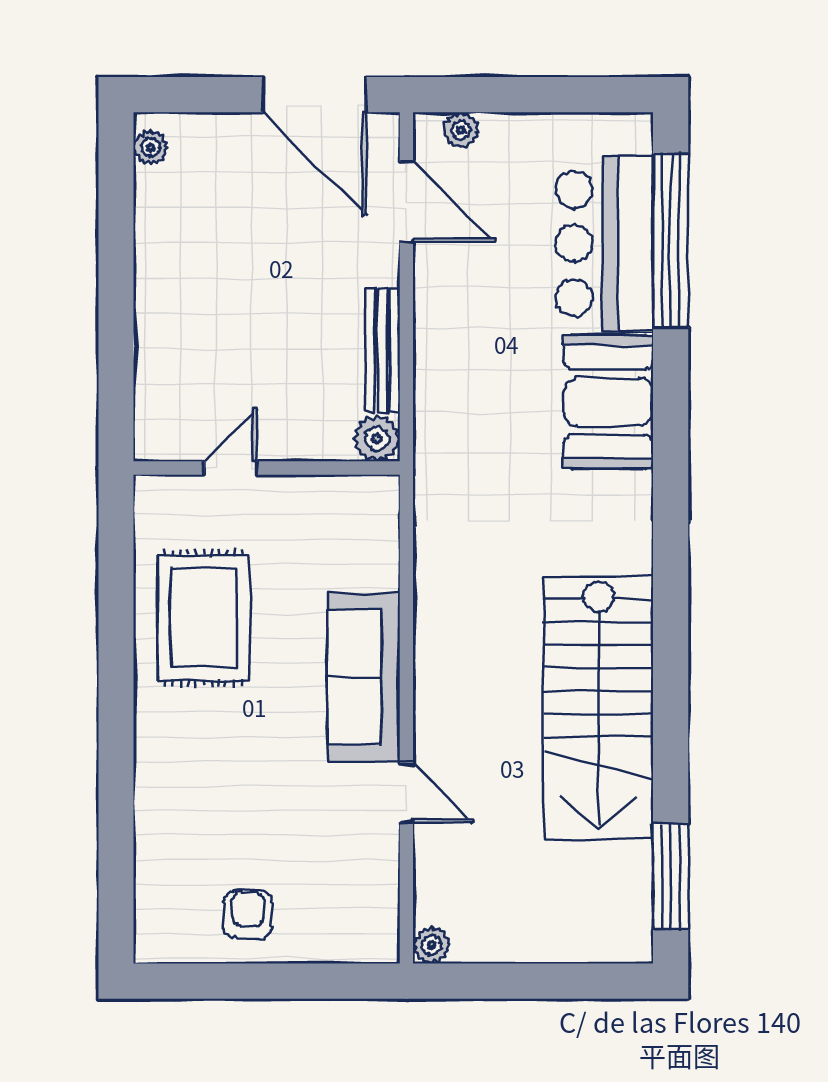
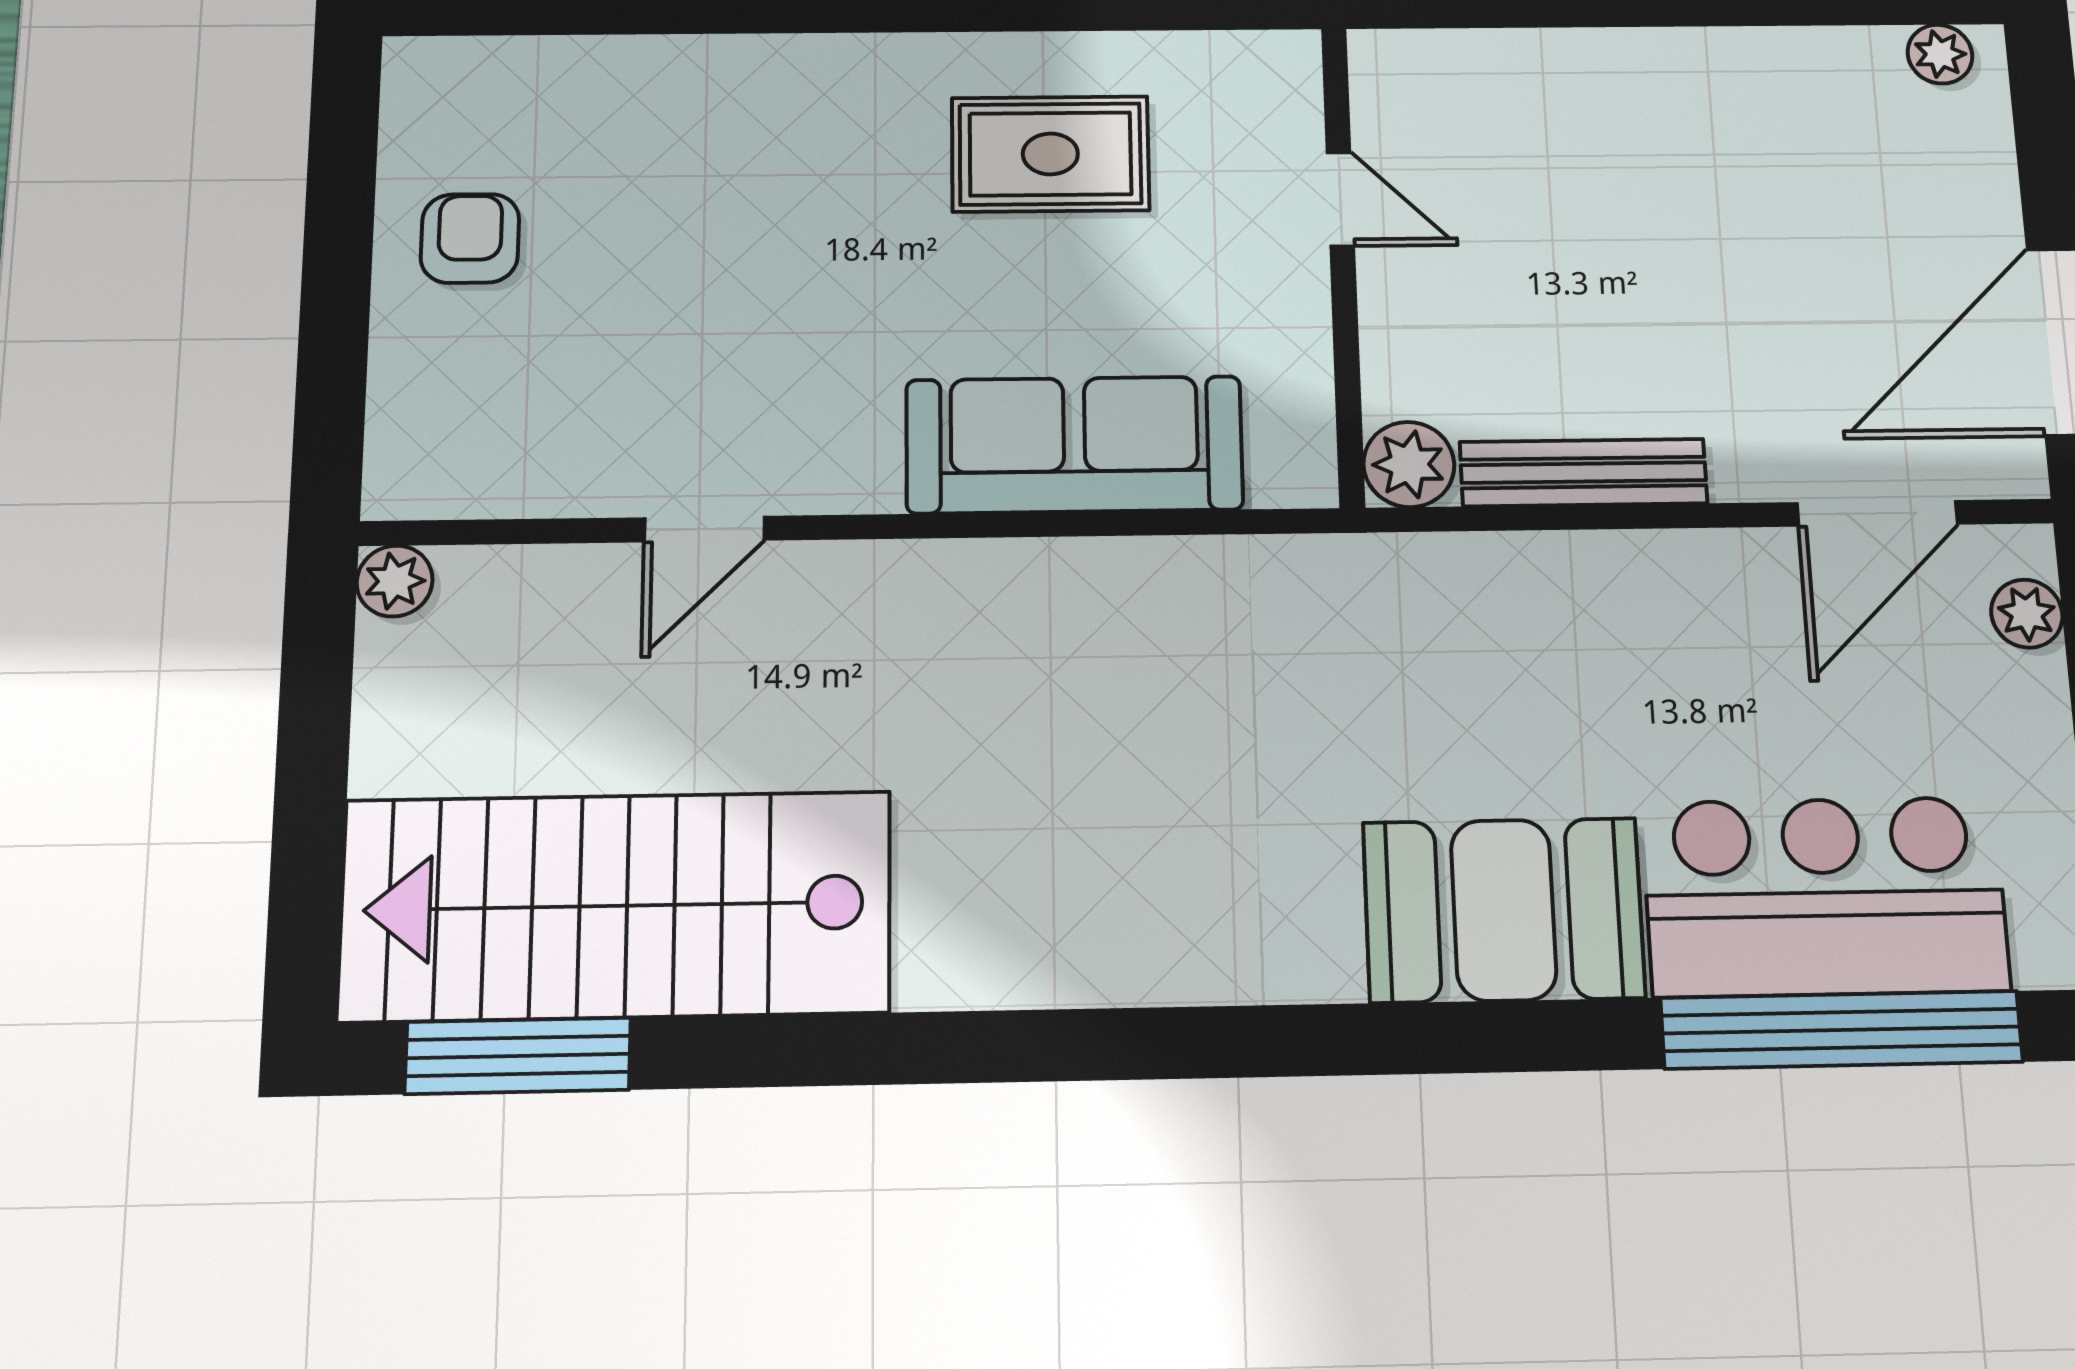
rug: (204, 618) -> (1050, 154), width x0.73, depth x0.70
sofa: (364, 677) -> (1074, 445), moved
stairs: (598, 707) -> (616, 906), moved
armchair: (248, 915) -> (470, 238), turned -92

